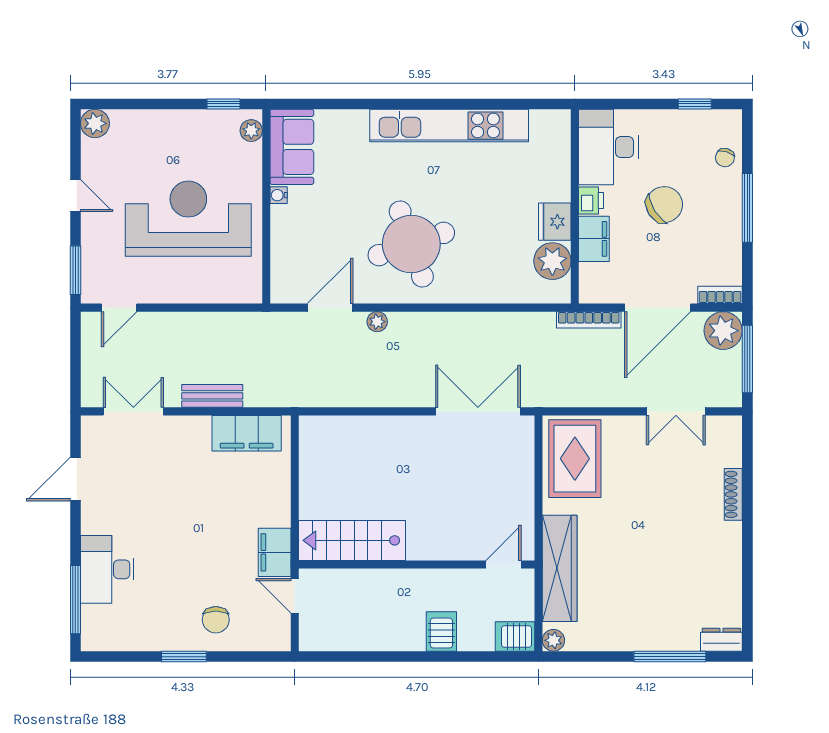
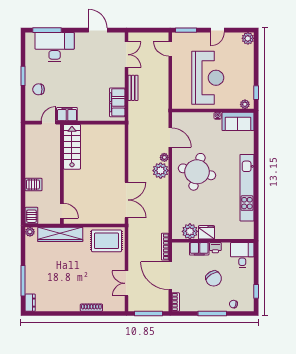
desk: (609, 147) -> (242, 255), width x0.73
round table: (411, 244) -> (197, 172), turned 33
plant: (723, 331) -> (161, 171), moved
desk: (107, 569) -> (55, 47), width x1.36, depth x1.30

